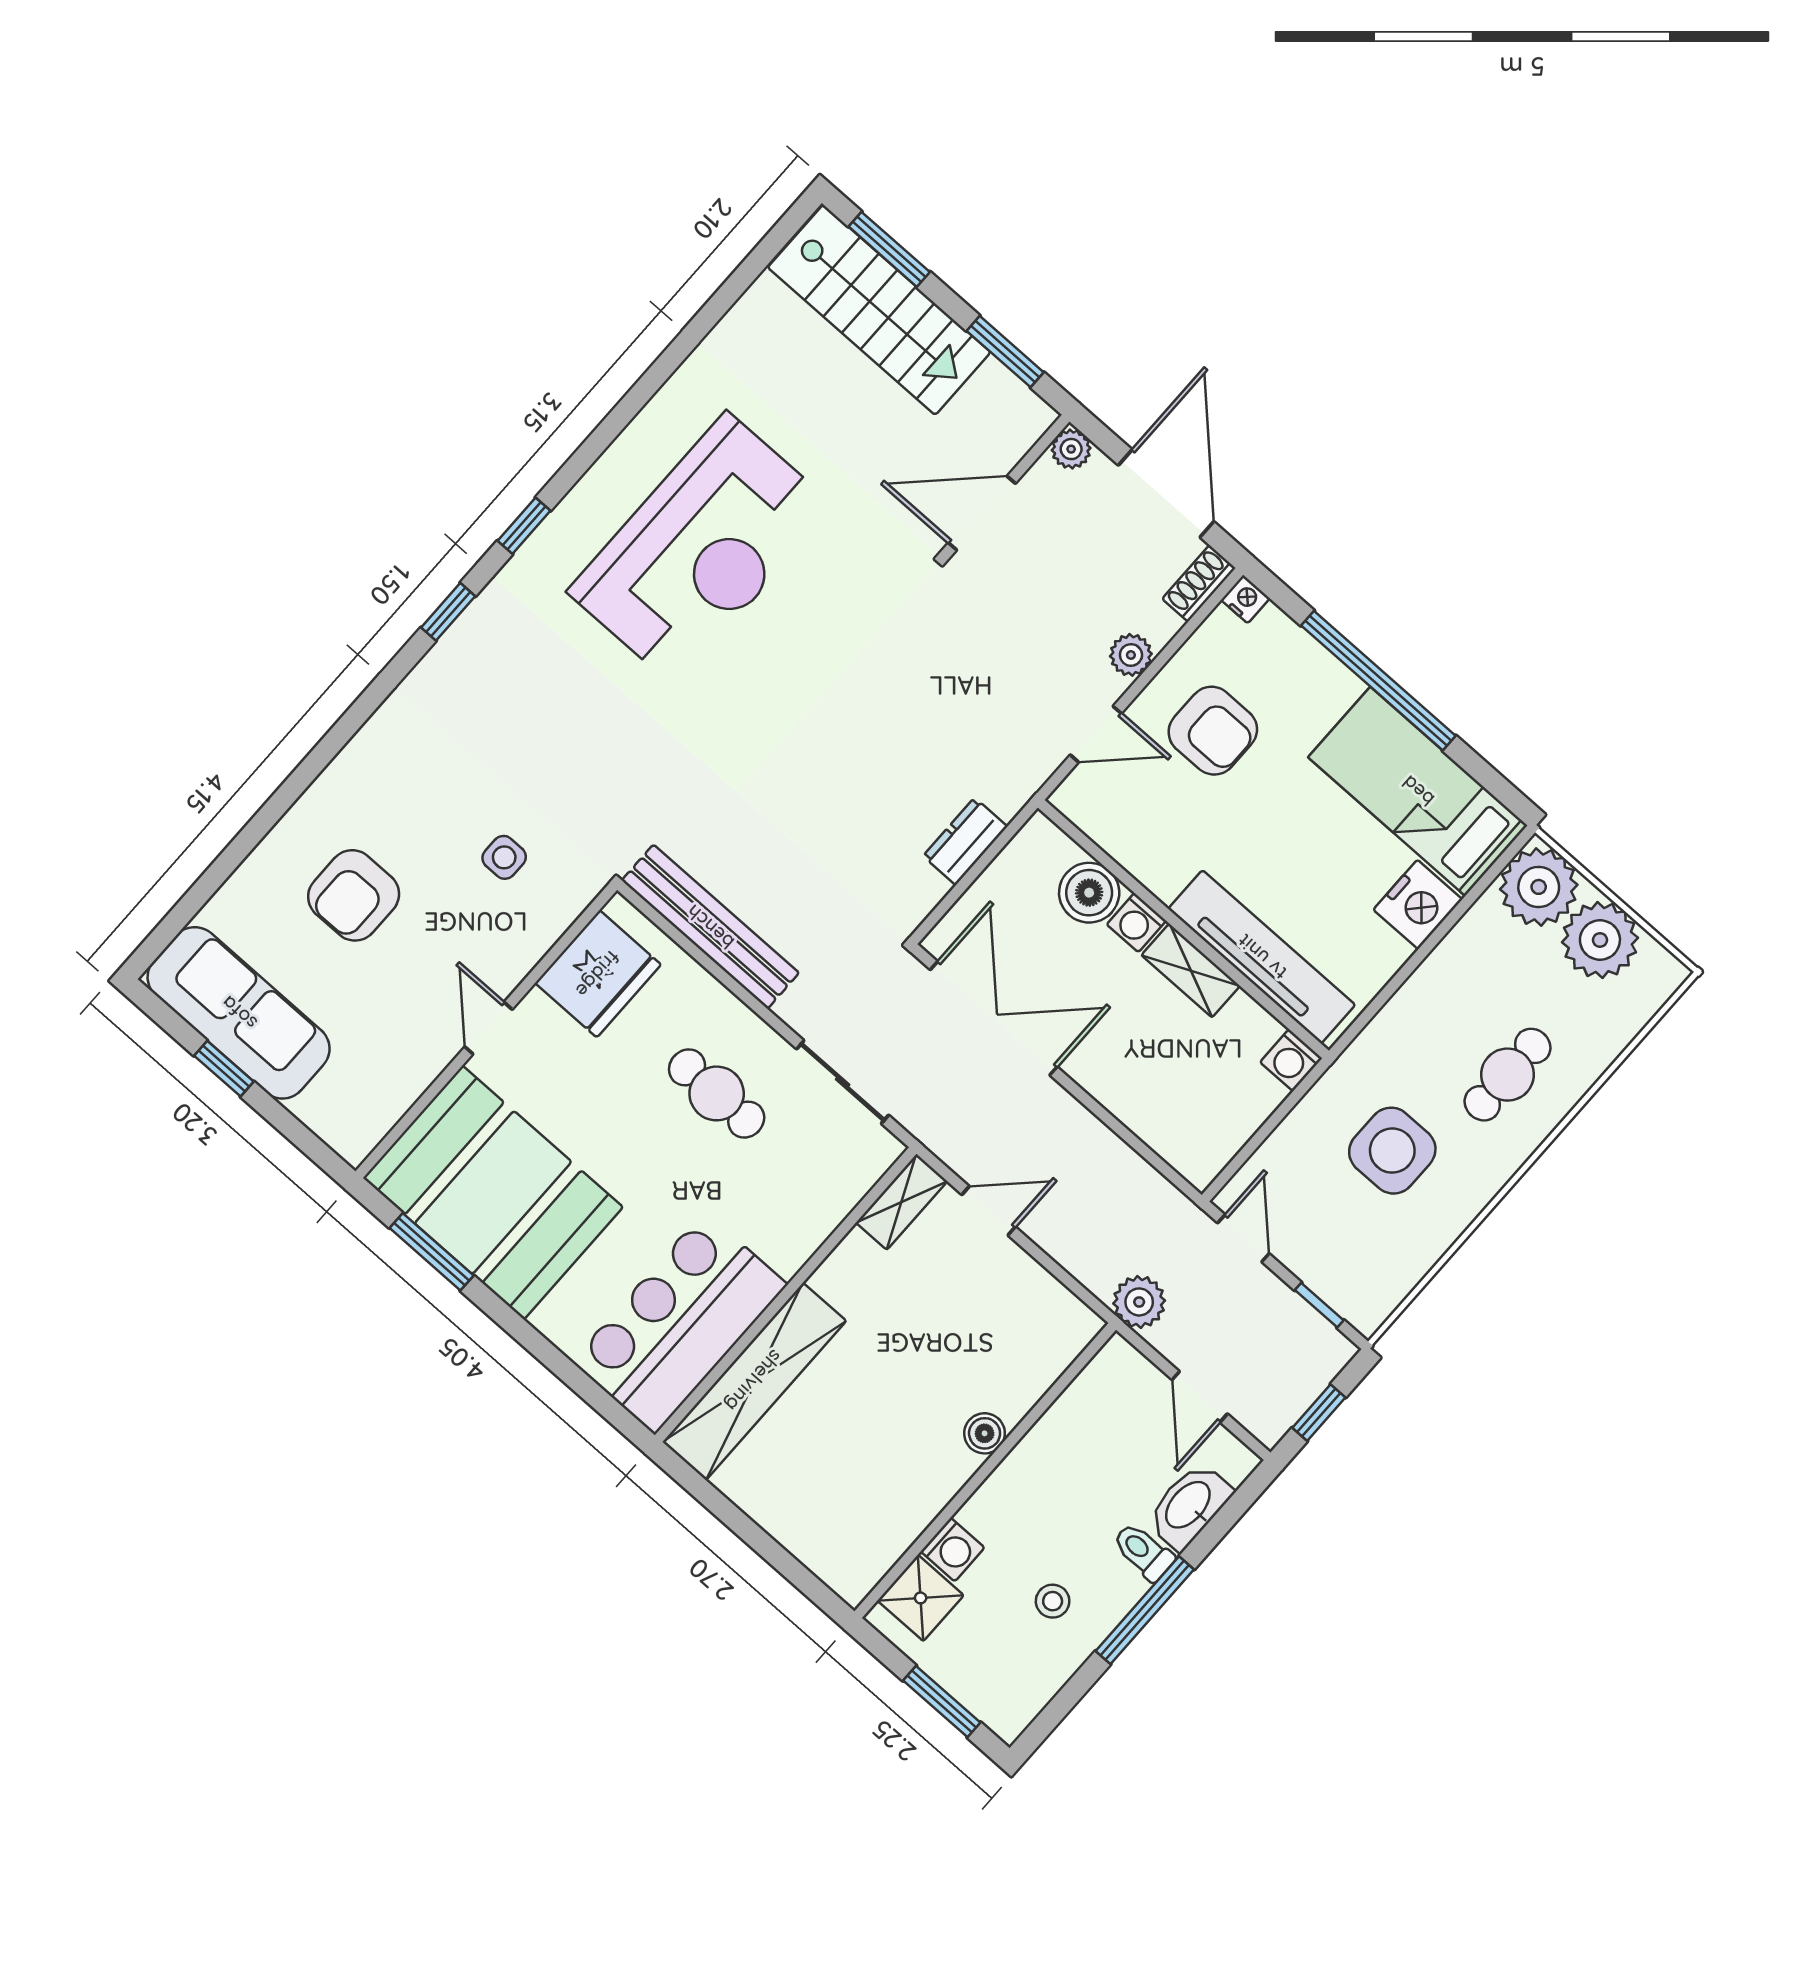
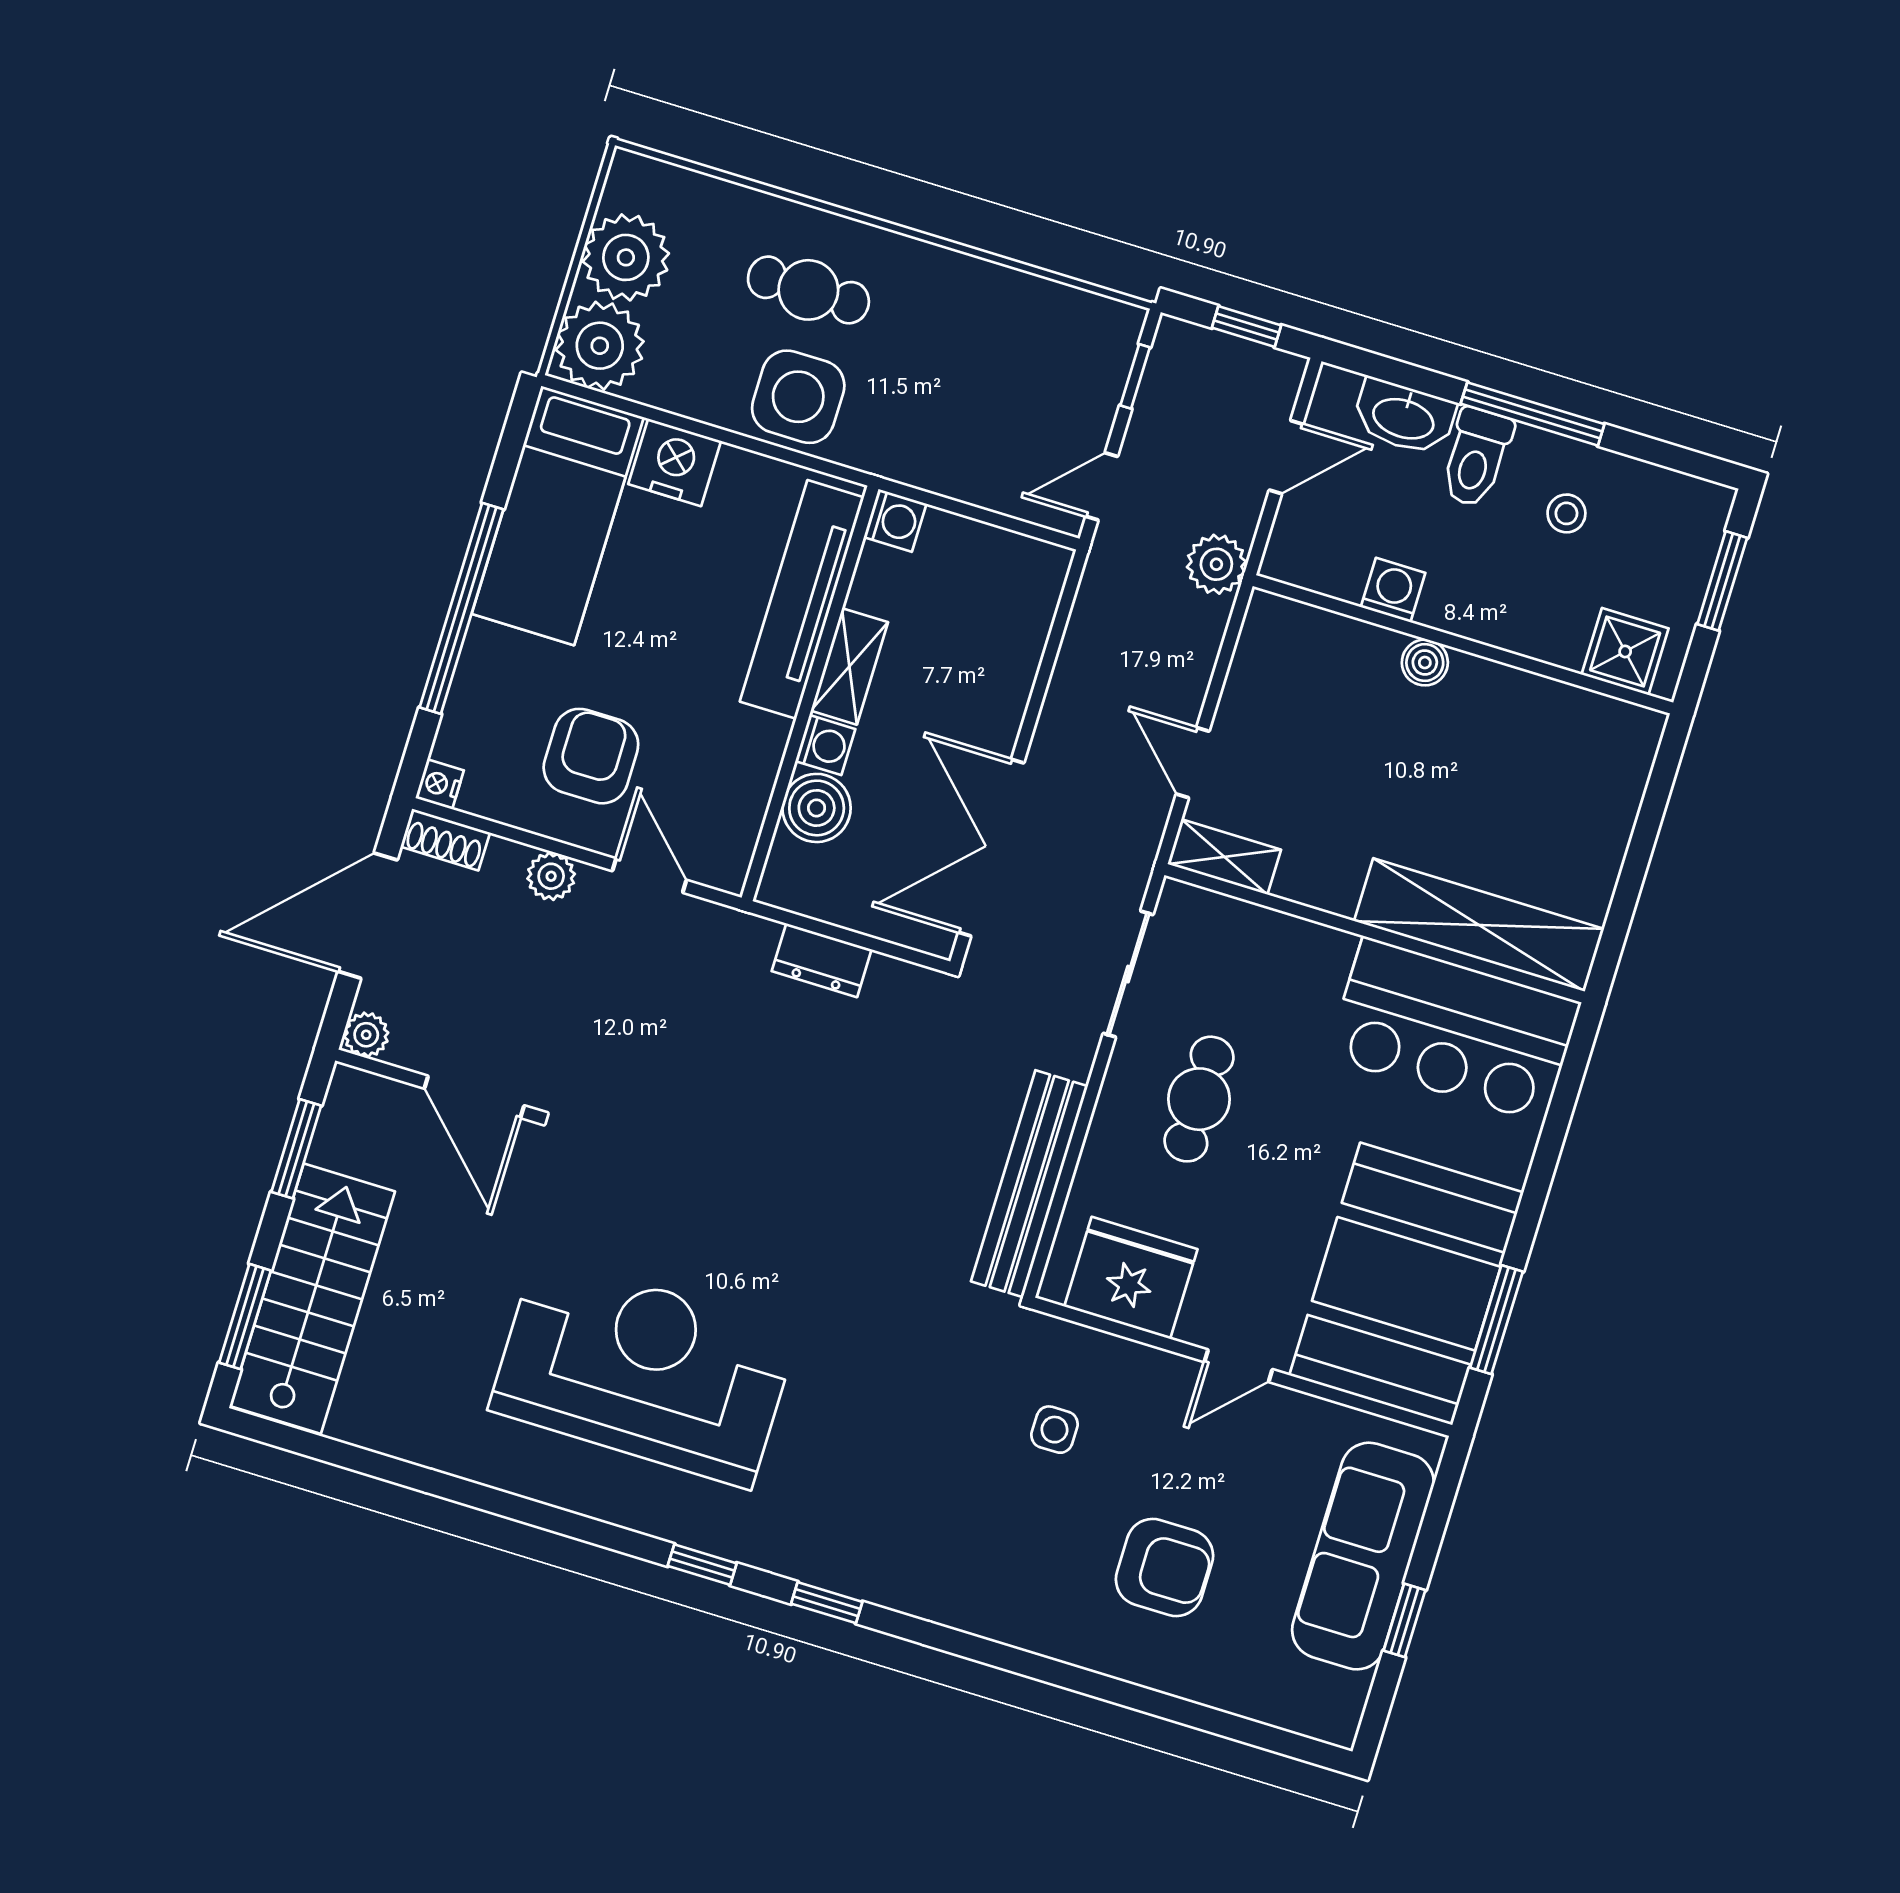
sofa: (239, 1013) -> (1363, 1556), moved
side table: (1392, 1151) -> (798, 397), moved
washing machine: (953, 1550) -> (1393, 590), moved
toilet: (1143, 1552) -> (1476, 457), width x1.37, depth x1.39

